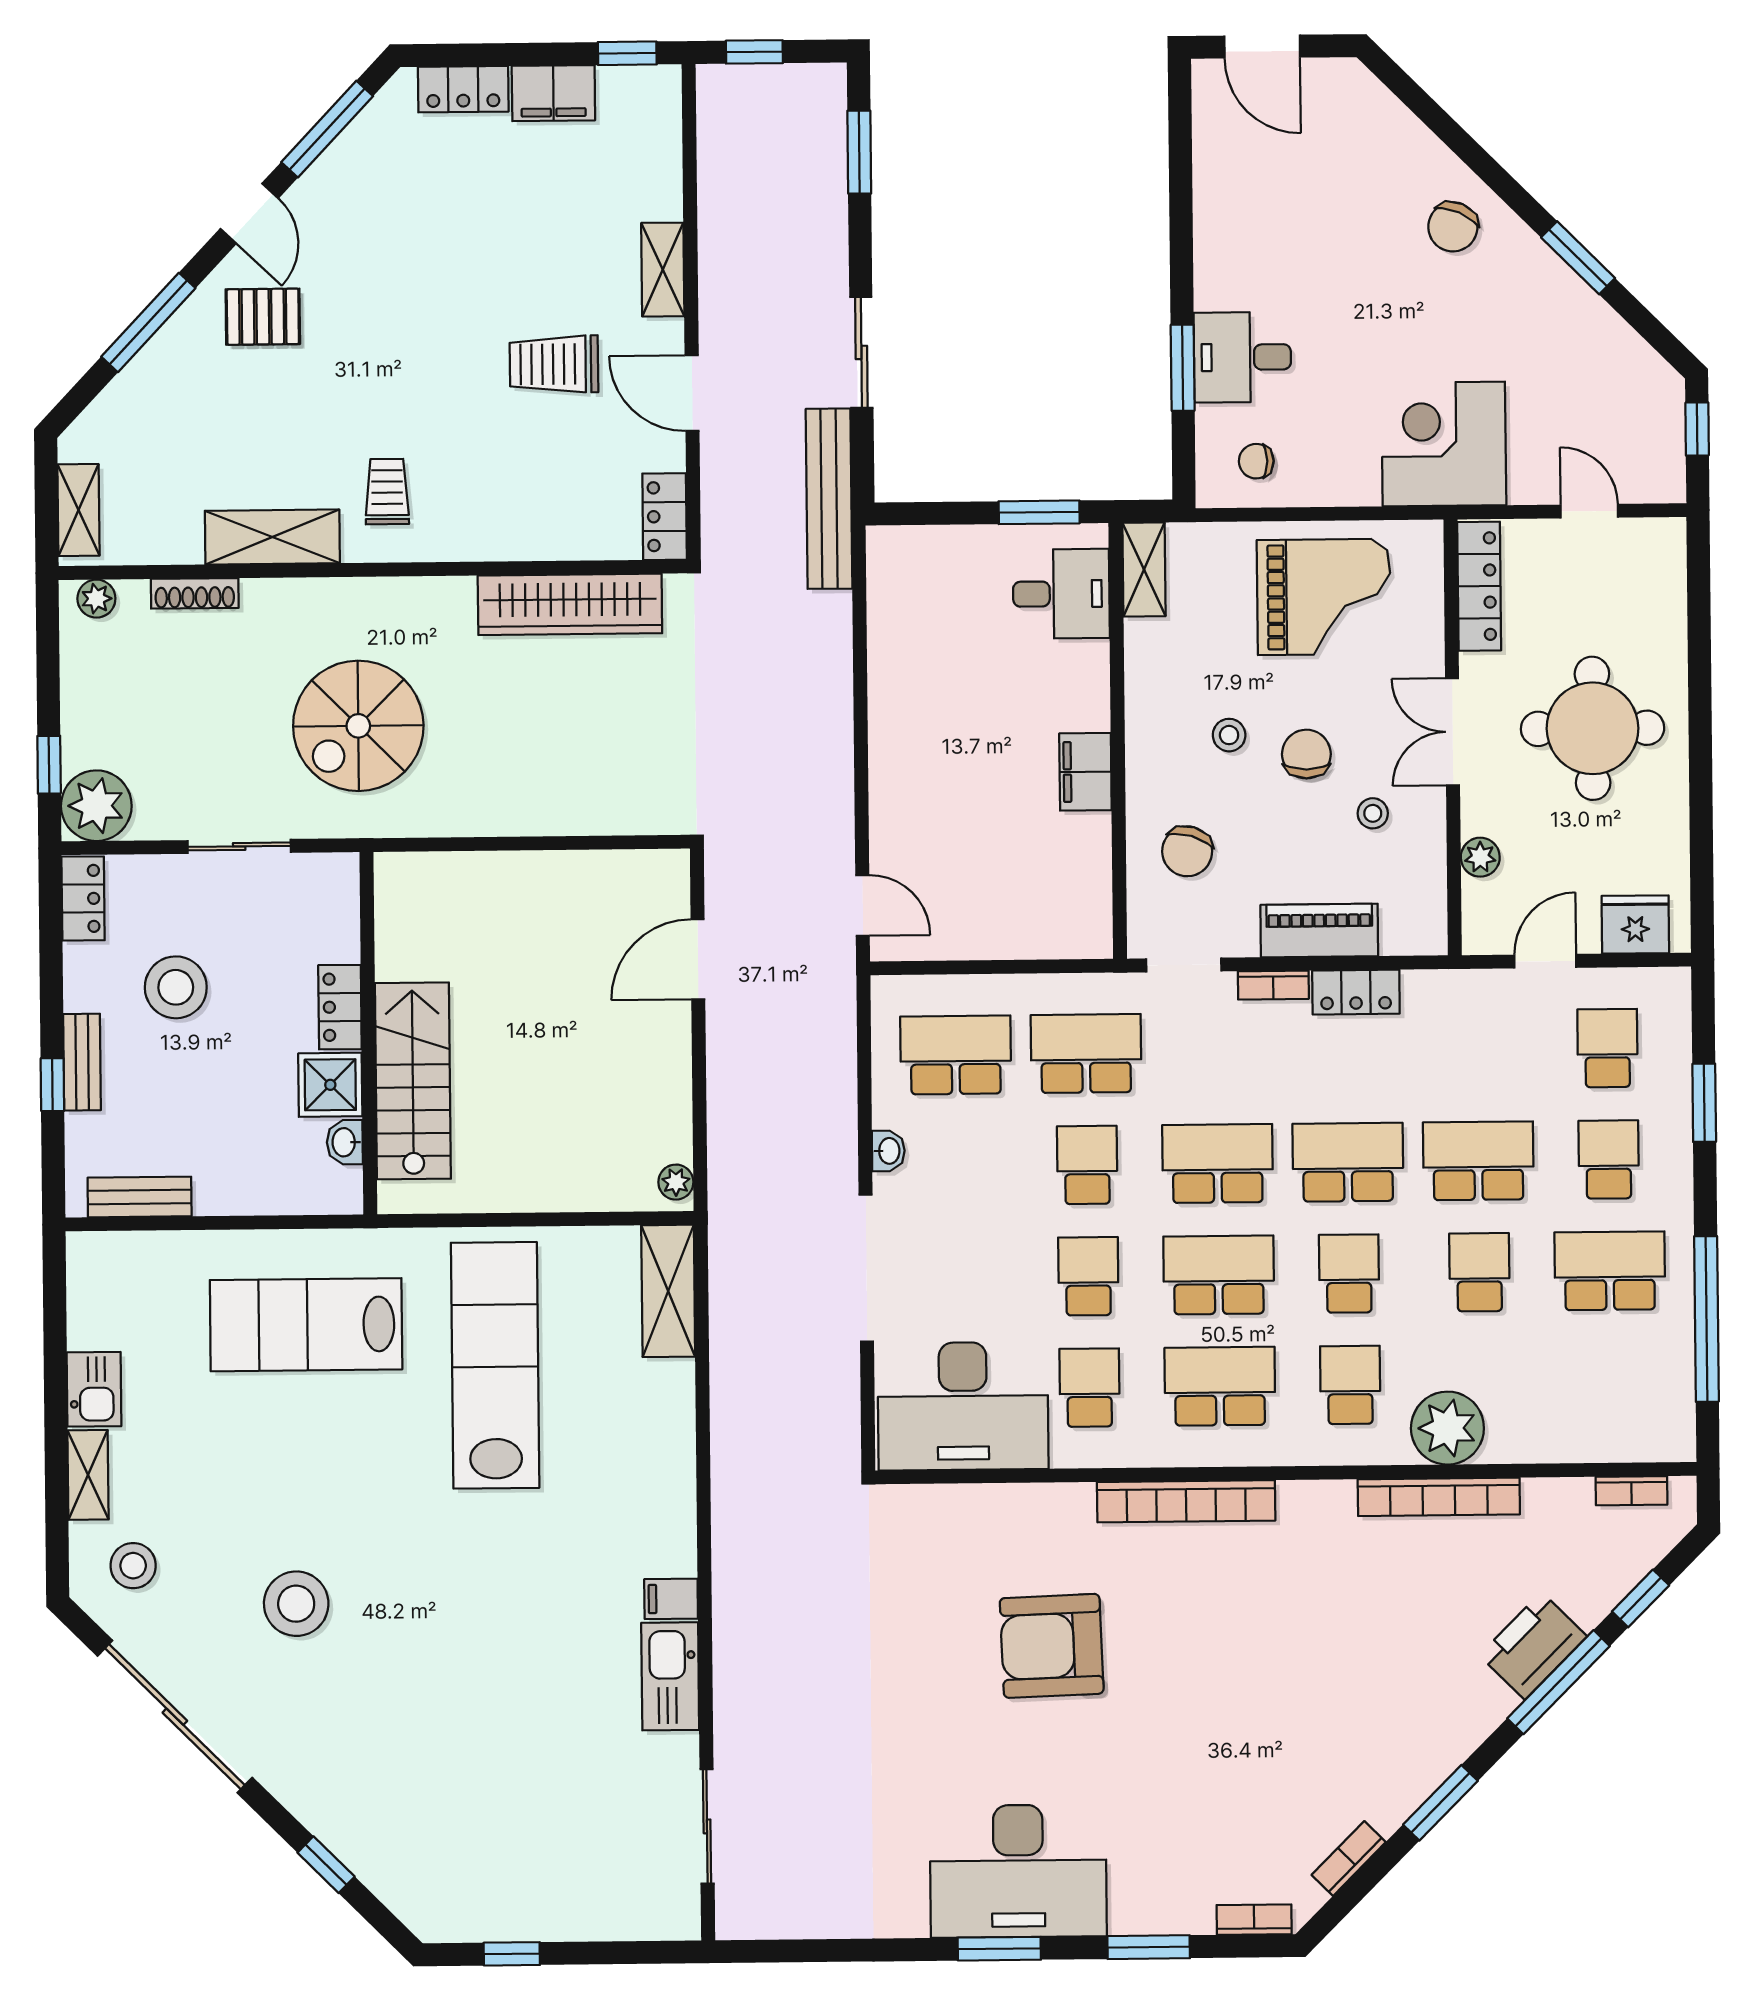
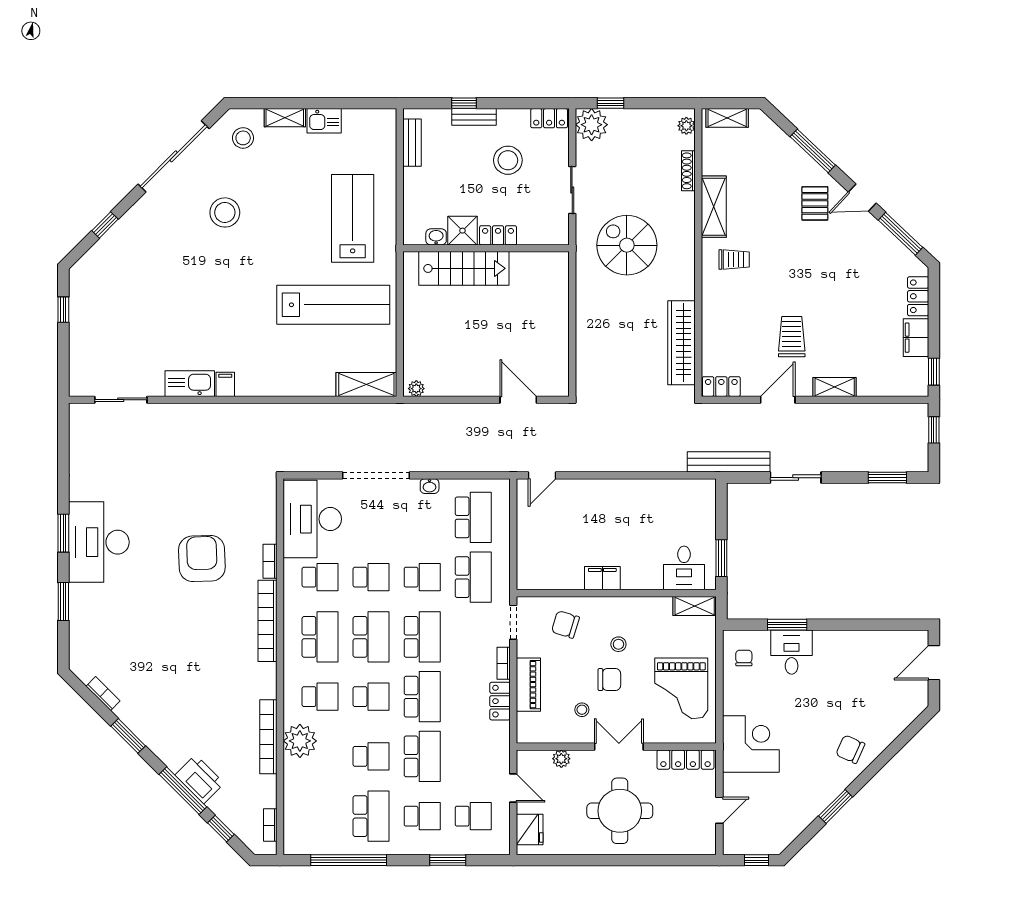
bookcase: (1254, 1920) -> (270, 561), moved, turned 180

